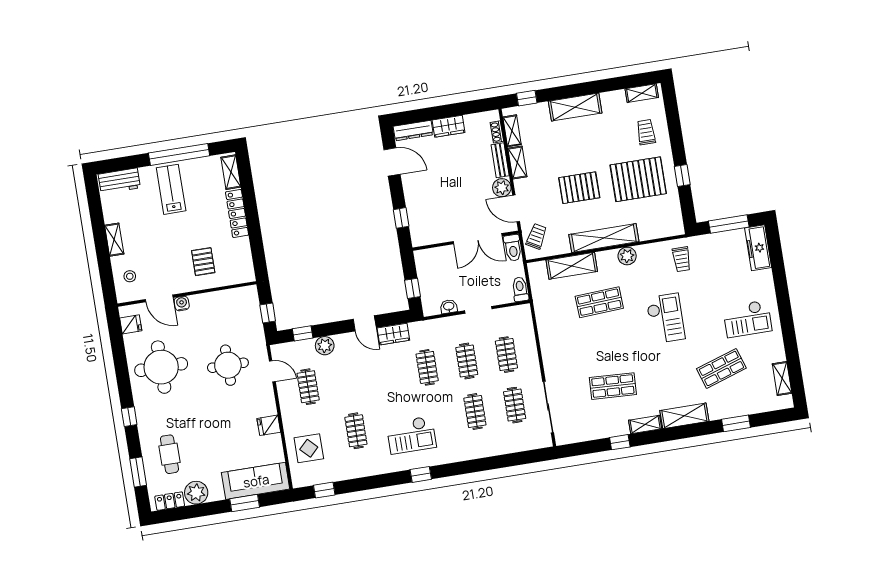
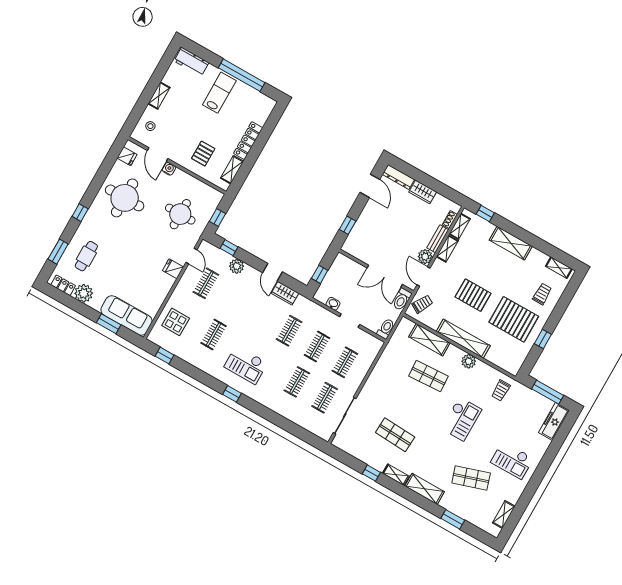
shelving: (231, 172) -> (232, 170), moved
round table: (228, 365) -> (180, 214), moved
fridge: (269, 425) -> (173, 269), moved

